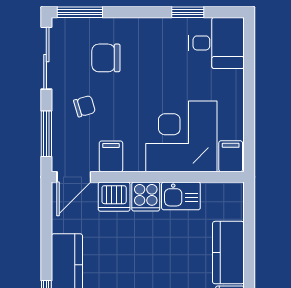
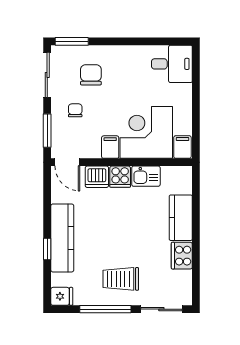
window: (188, 12) -> (151, 41), removed
chair: (106, 58) -> (91, 75), turned 90
chair: (85, 106) -> (75, 110), turned -74
filing cabinet: (111, 156) -> (110, 147), moved
door: (74, 177) -> (67, 162), hinge flipped

